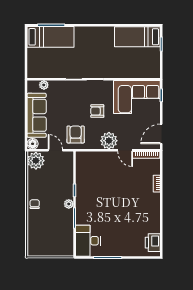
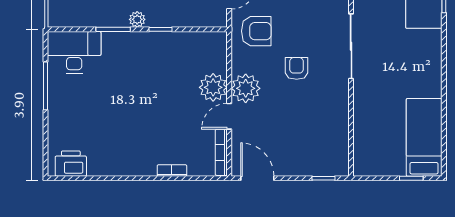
corner sofa: (137, 97) -> (321, 136), removed
plant: (108, 160) -> (213, 87), added

